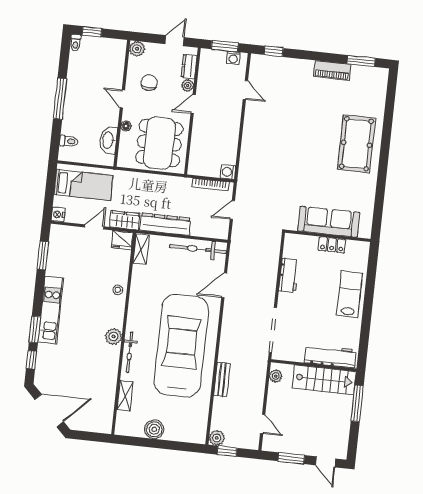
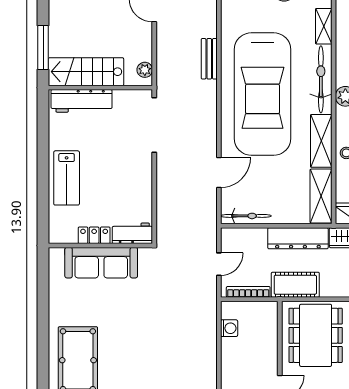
washing machine: (228, 172) -> (229, 328), moved
cot: (171, 186) -> (295, 285), added
shelving: (141, 249) -> (321, 196), width x1.50, depth x1.33
bicycle: (198, 249) -> (246, 216), width x0.73, depth x0.71
workbench: (289, 275) -> (132, 233), moved, turned 90
shelving: (137, 302) -> (321, 141), added
bicycle: (130, 352) -> (321, 79), width x1.37, depth x1.40

